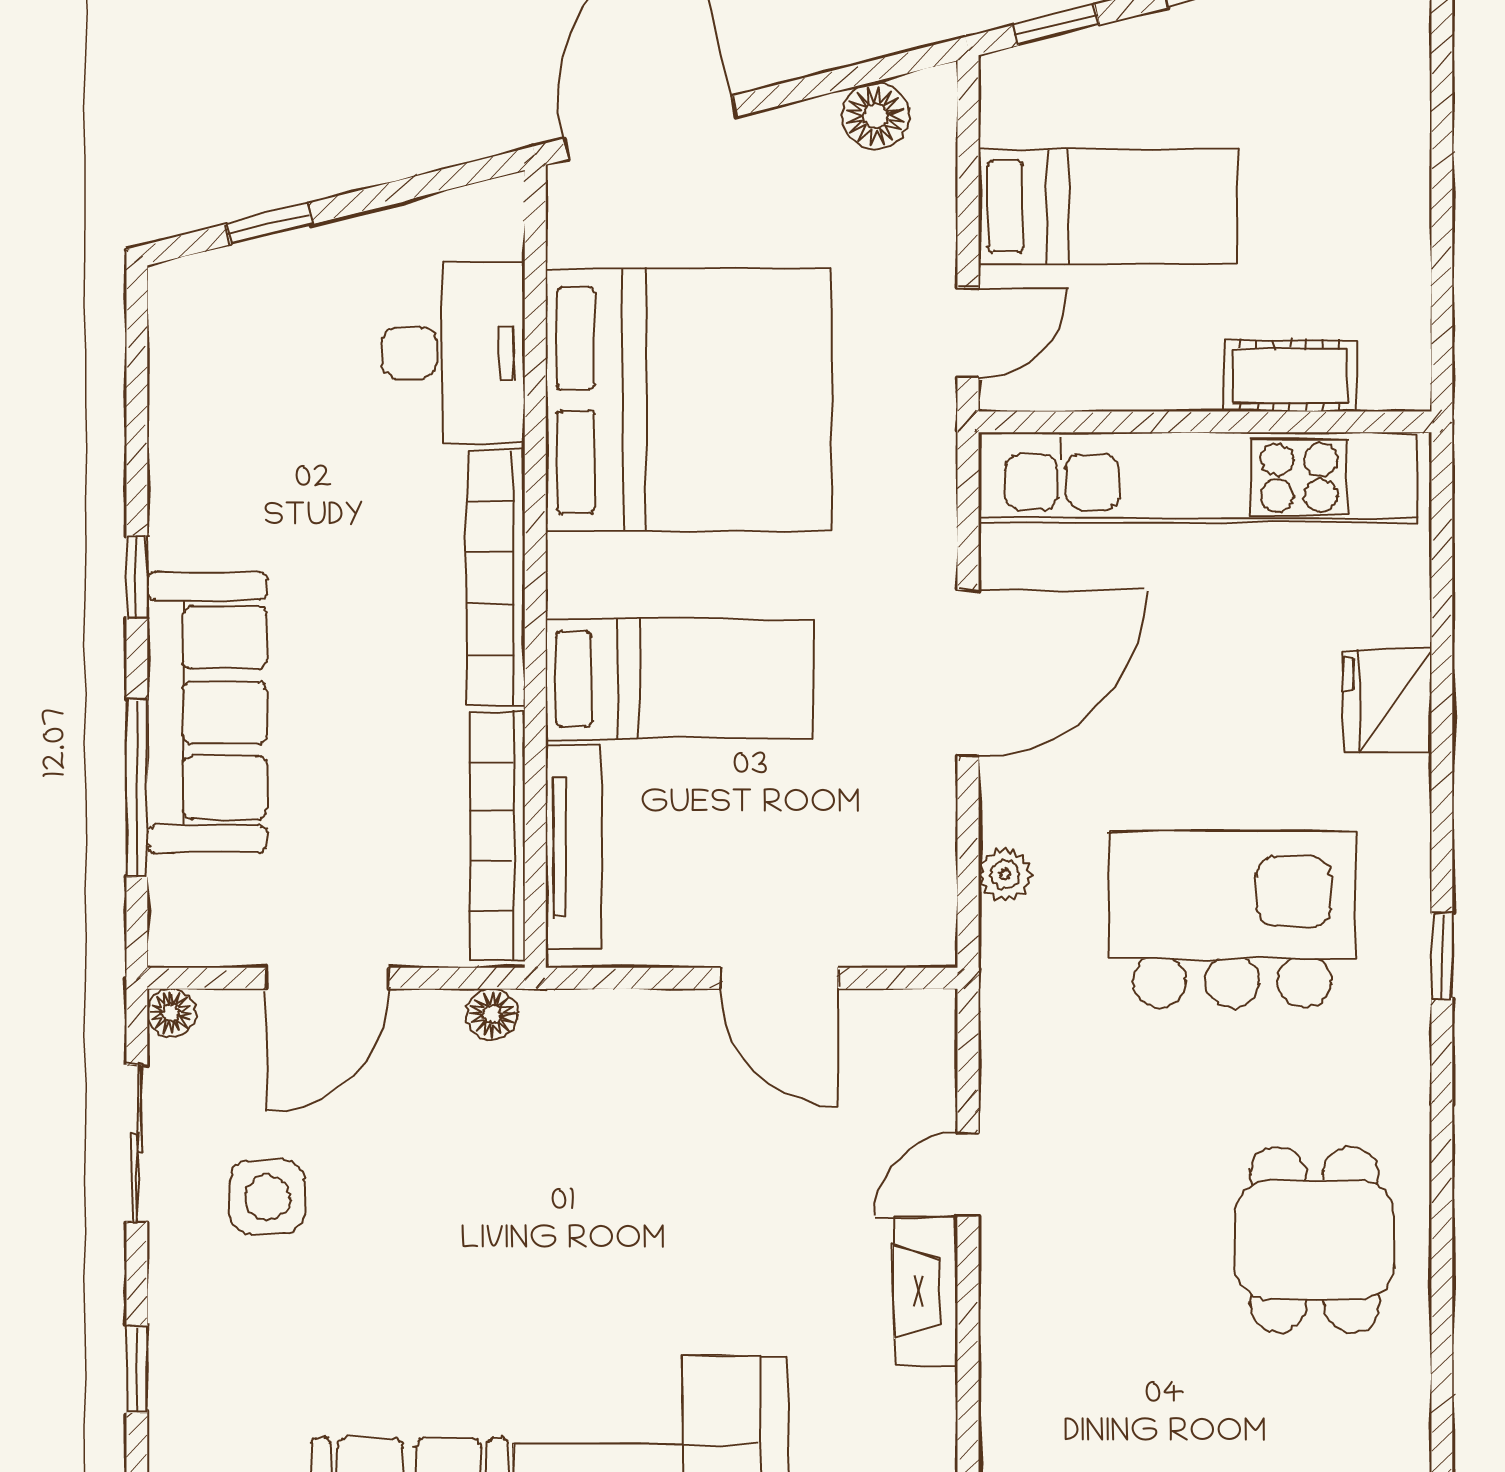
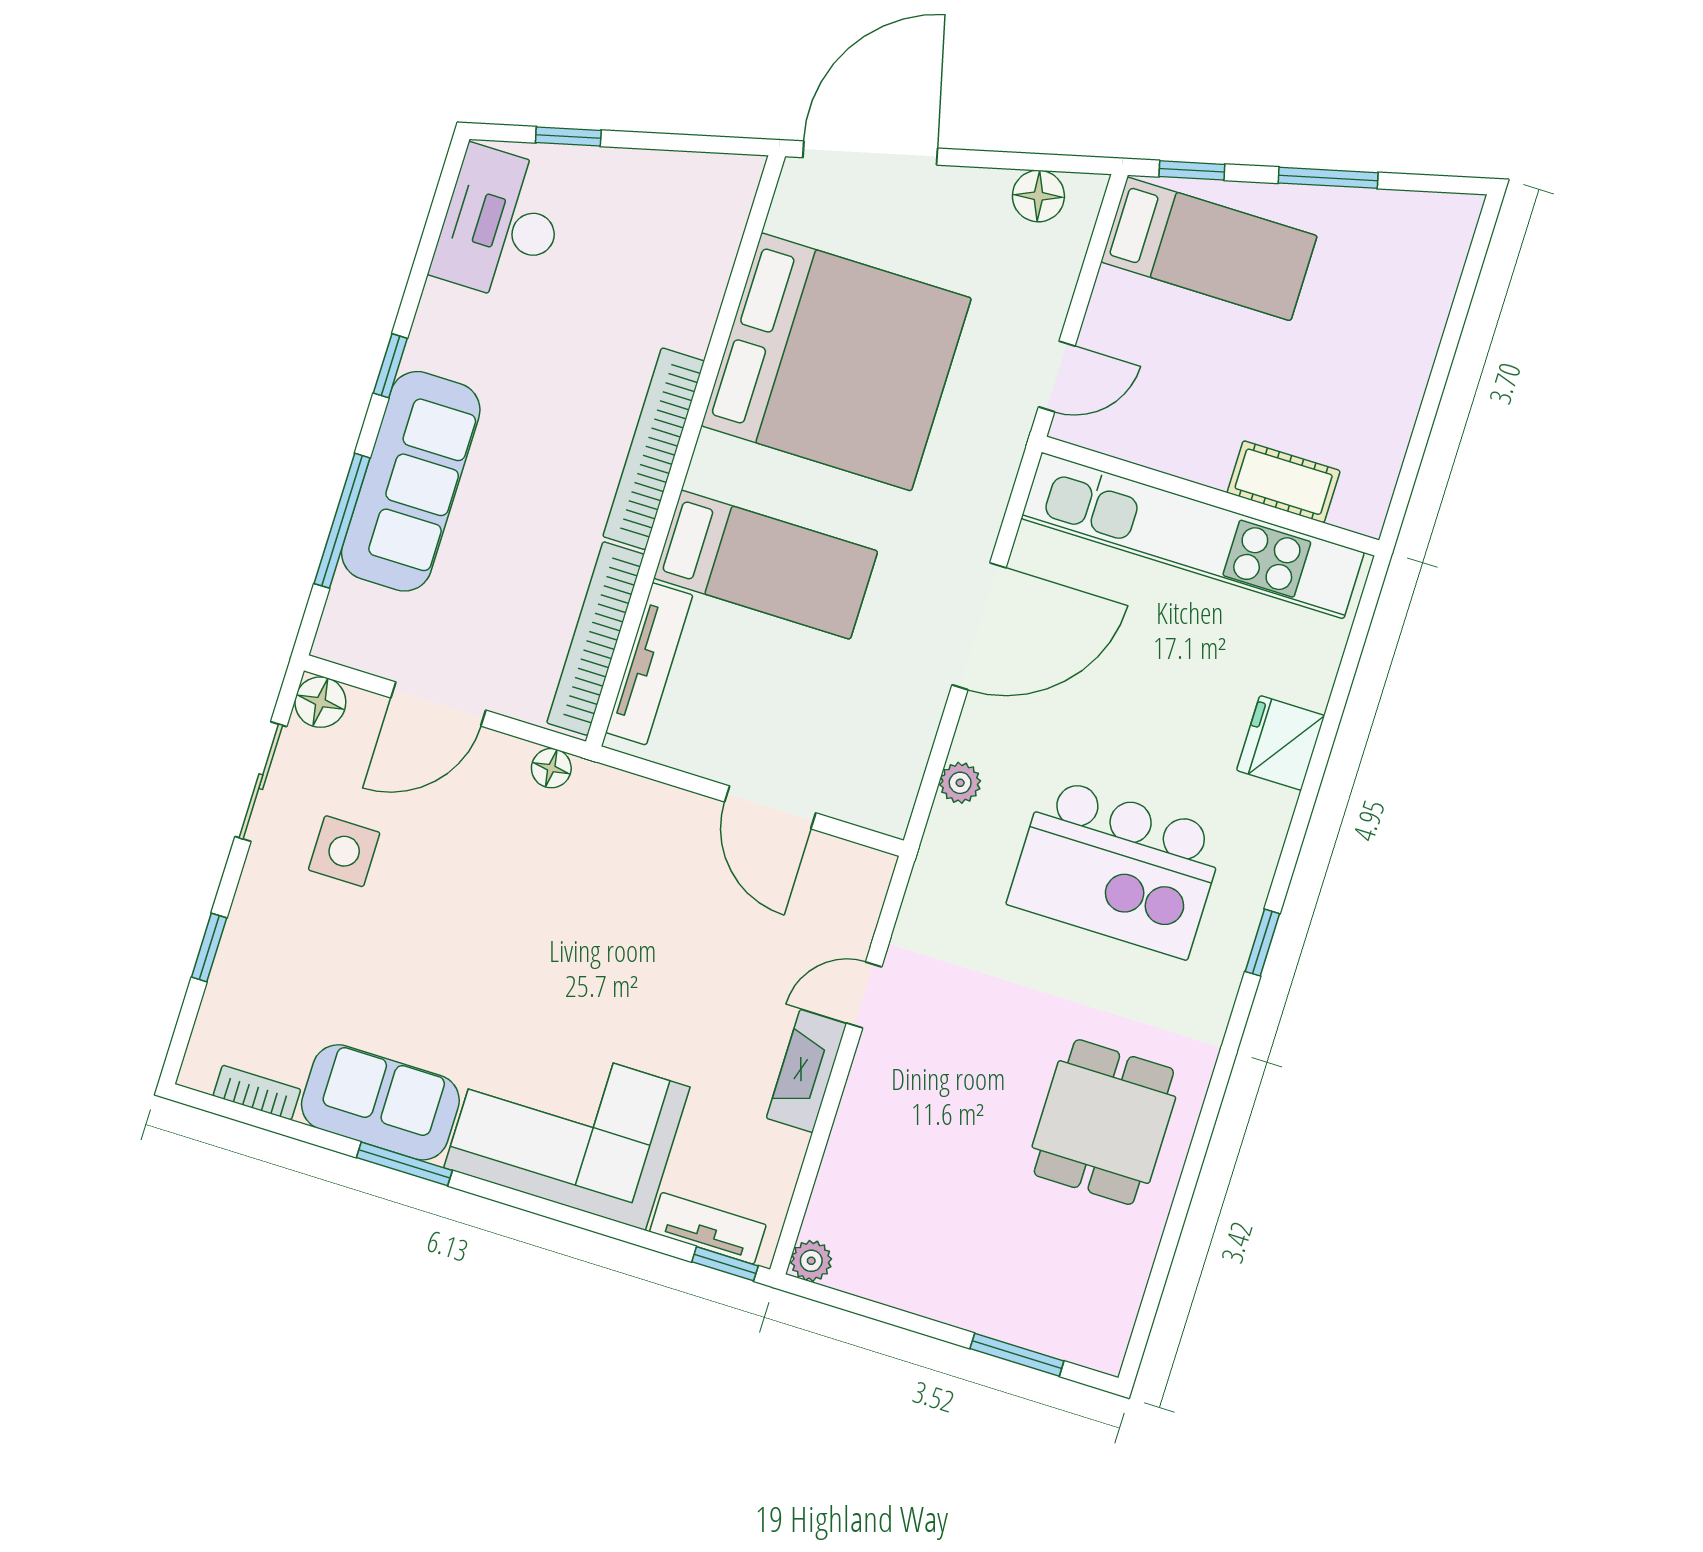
bed: (1107, 206) -> (1209, 249), moved
desk: (453, 353) -> (500, 224), moved, turned 180
kitchen island: (1232, 920) -> (1116, 868), turned 180
floor lamp: (171, 1013) -> (320, 702), width x1.37, depth x1.37

